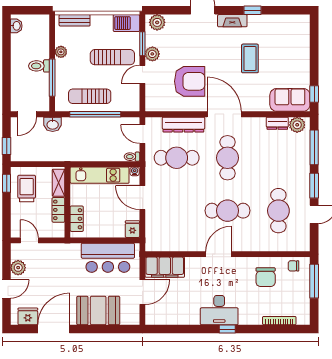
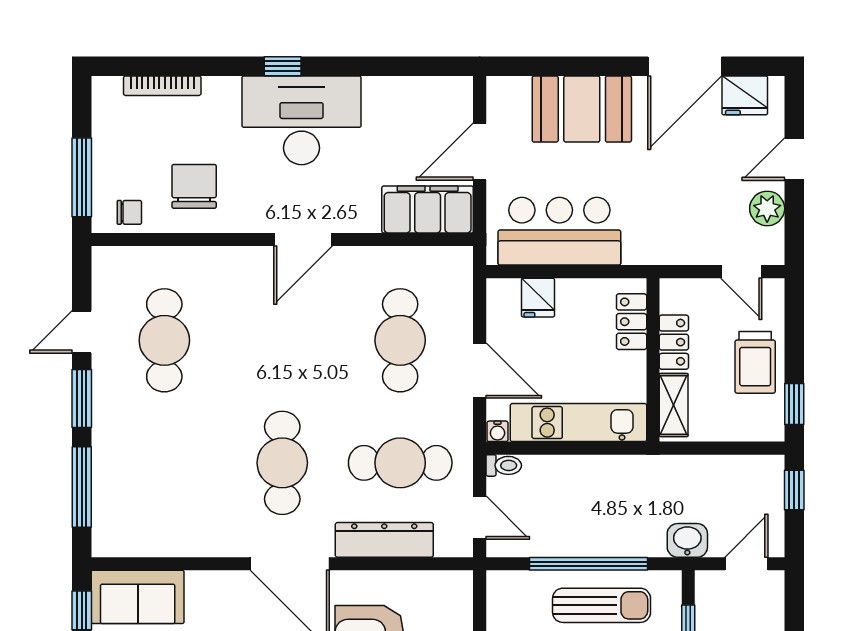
dresser: (277, 123) -> (167, 543), removed
plant: (297, 125) -> (121, 539), removed
trolley: (27, 189) -> (755, 362), moved
cafe table: (228, 211) -> (400, 340), moved, turned 90
fridge: (132, 229) -> (538, 298), moved
desk: (219, 310) -> (302, 120), width x1.36, depth x1.30

